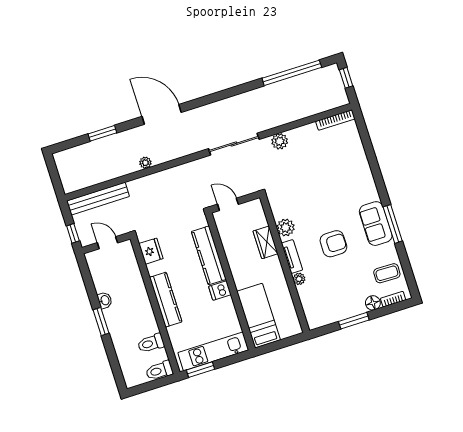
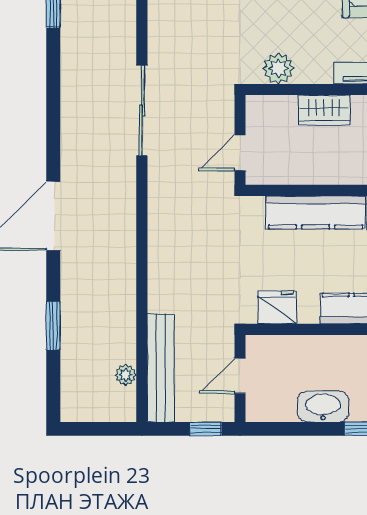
plant: (280, 141) -> (162, 32), removed
plant: (145, 163) -> (126, 375), moved
plant: (286, 228) -> (278, 68), moved
washbasin: (105, 300) -> (323, 407), width x1.91, depth x1.45

